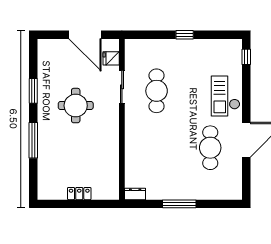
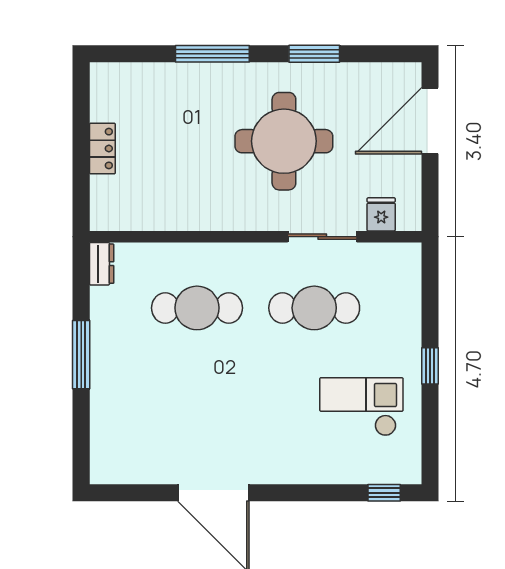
door: (85, 35) -> (430, 121), moved
checkout: (225, 96) -> (361, 407), moved
round table: (76, 106) -> (284, 141), width x1.36, depth x1.36
cafe table: (210, 148) -> (197, 308), moved

